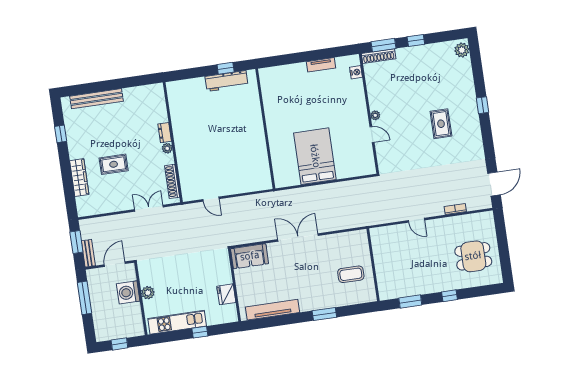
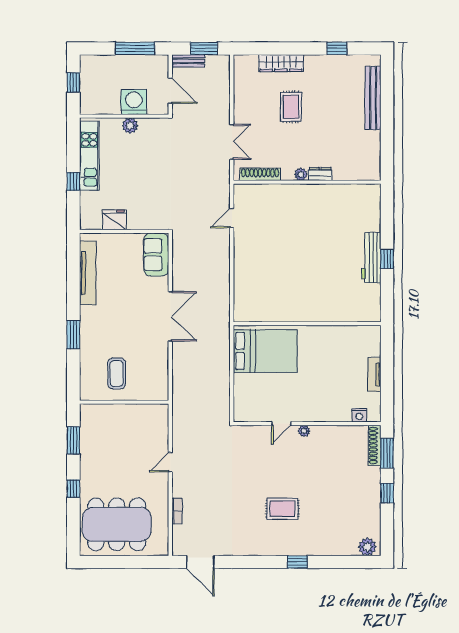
wall: (265, 129) -> (307, 324), moved
dining table: (473, 256) -> (117, 524), width x1.88, depth x1.24

